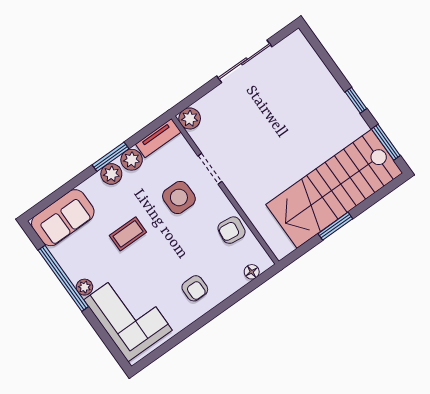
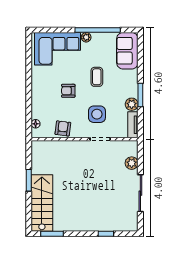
window: (356, 100) -> (106, 234), moved
plant: (190, 118) -> (132, 163), moved
plant: (111, 174) -> (132, 89), removed
stairs: (334, 189) -> (42, 203), width x0.73, depth x0.66
armchair: (195, 288) -> (68, 91), moved

